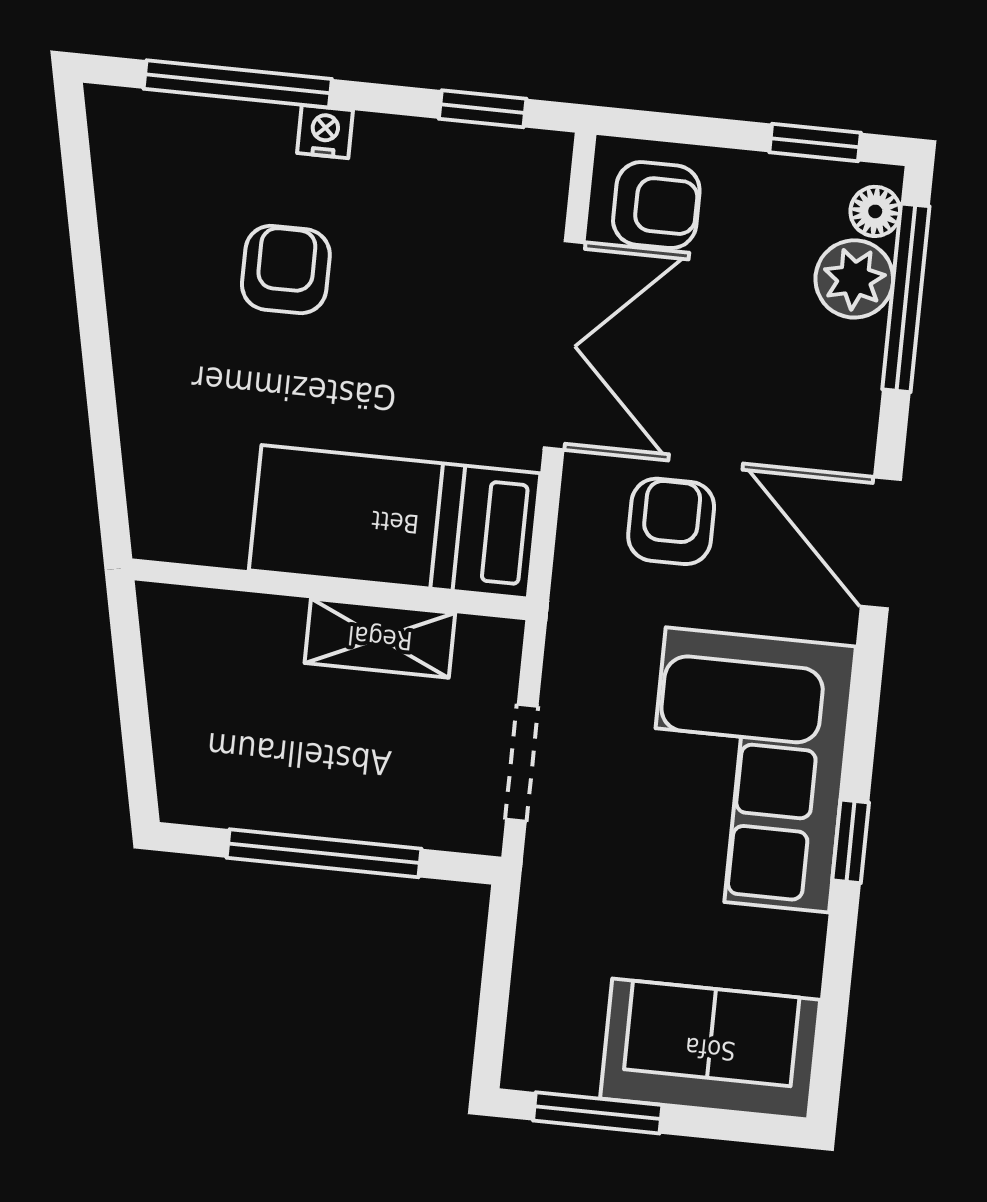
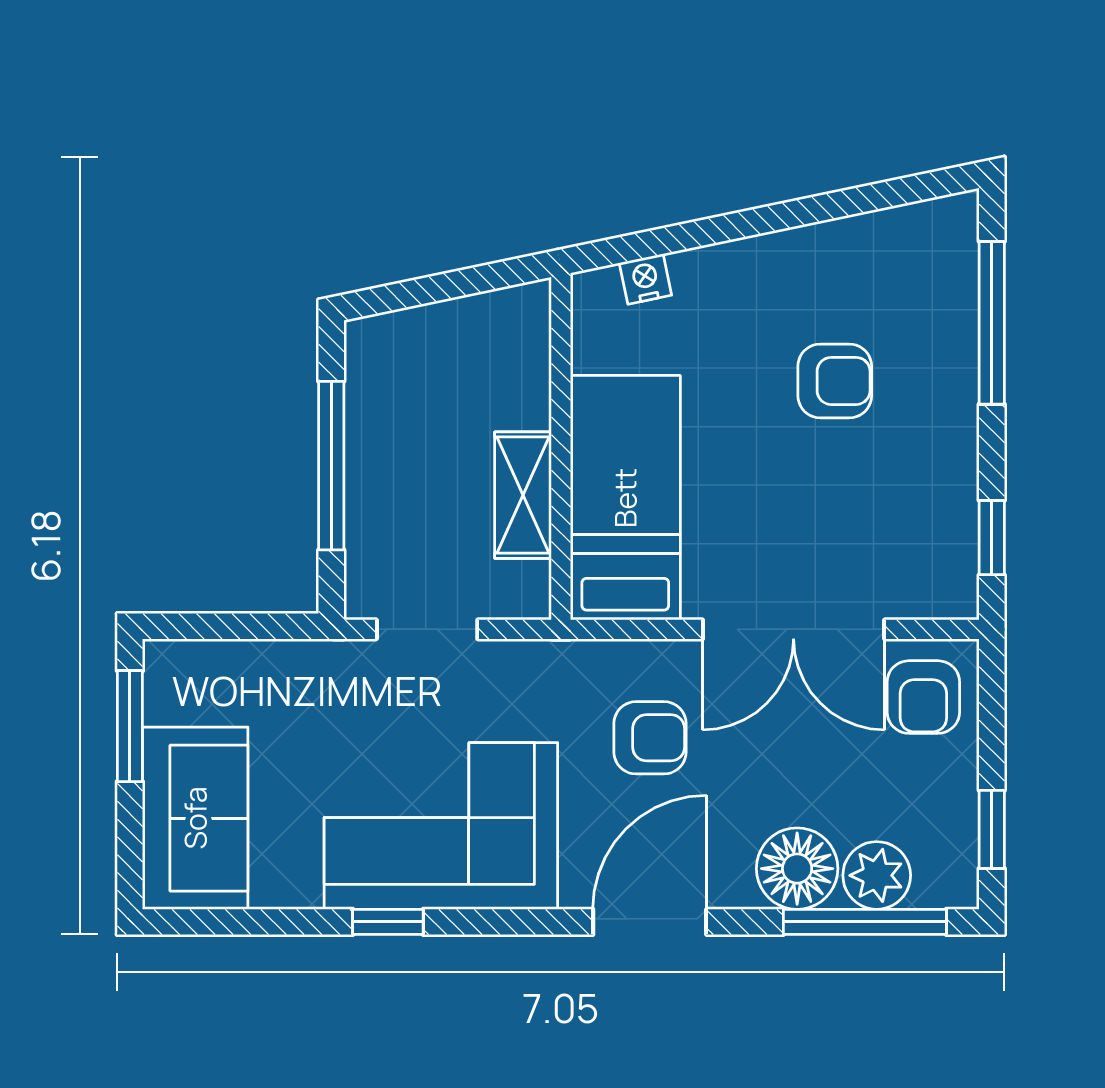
nightstand: (325, 132) -> (645, 279), moved, turned -102
floor lamp: (875, 211) -> (797, 869), moved, width x1.89, depth x1.89

